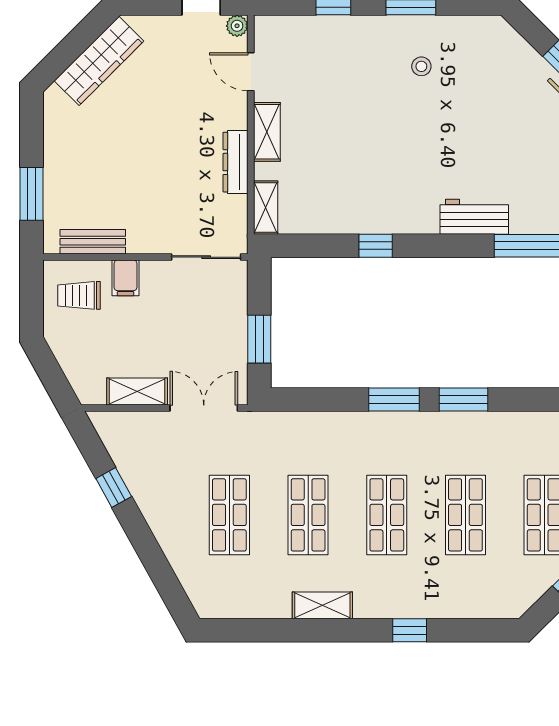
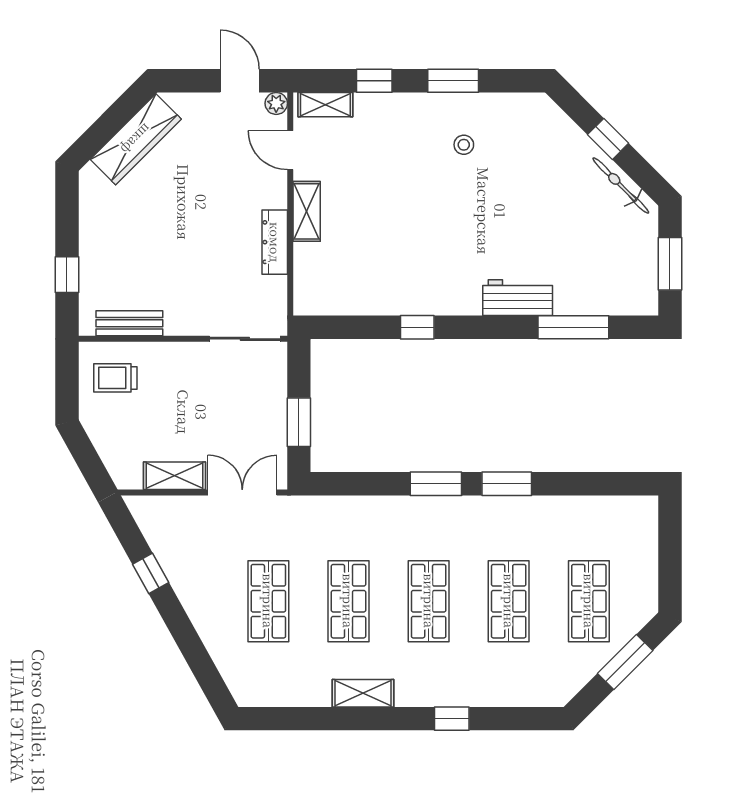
window: (31, 194) -> (67, 275), width x0.67
shelving: (266, 208) -> (325, 105), moved, turned 90
filing cabinet: (126, 278) -> (163, 360), removed

